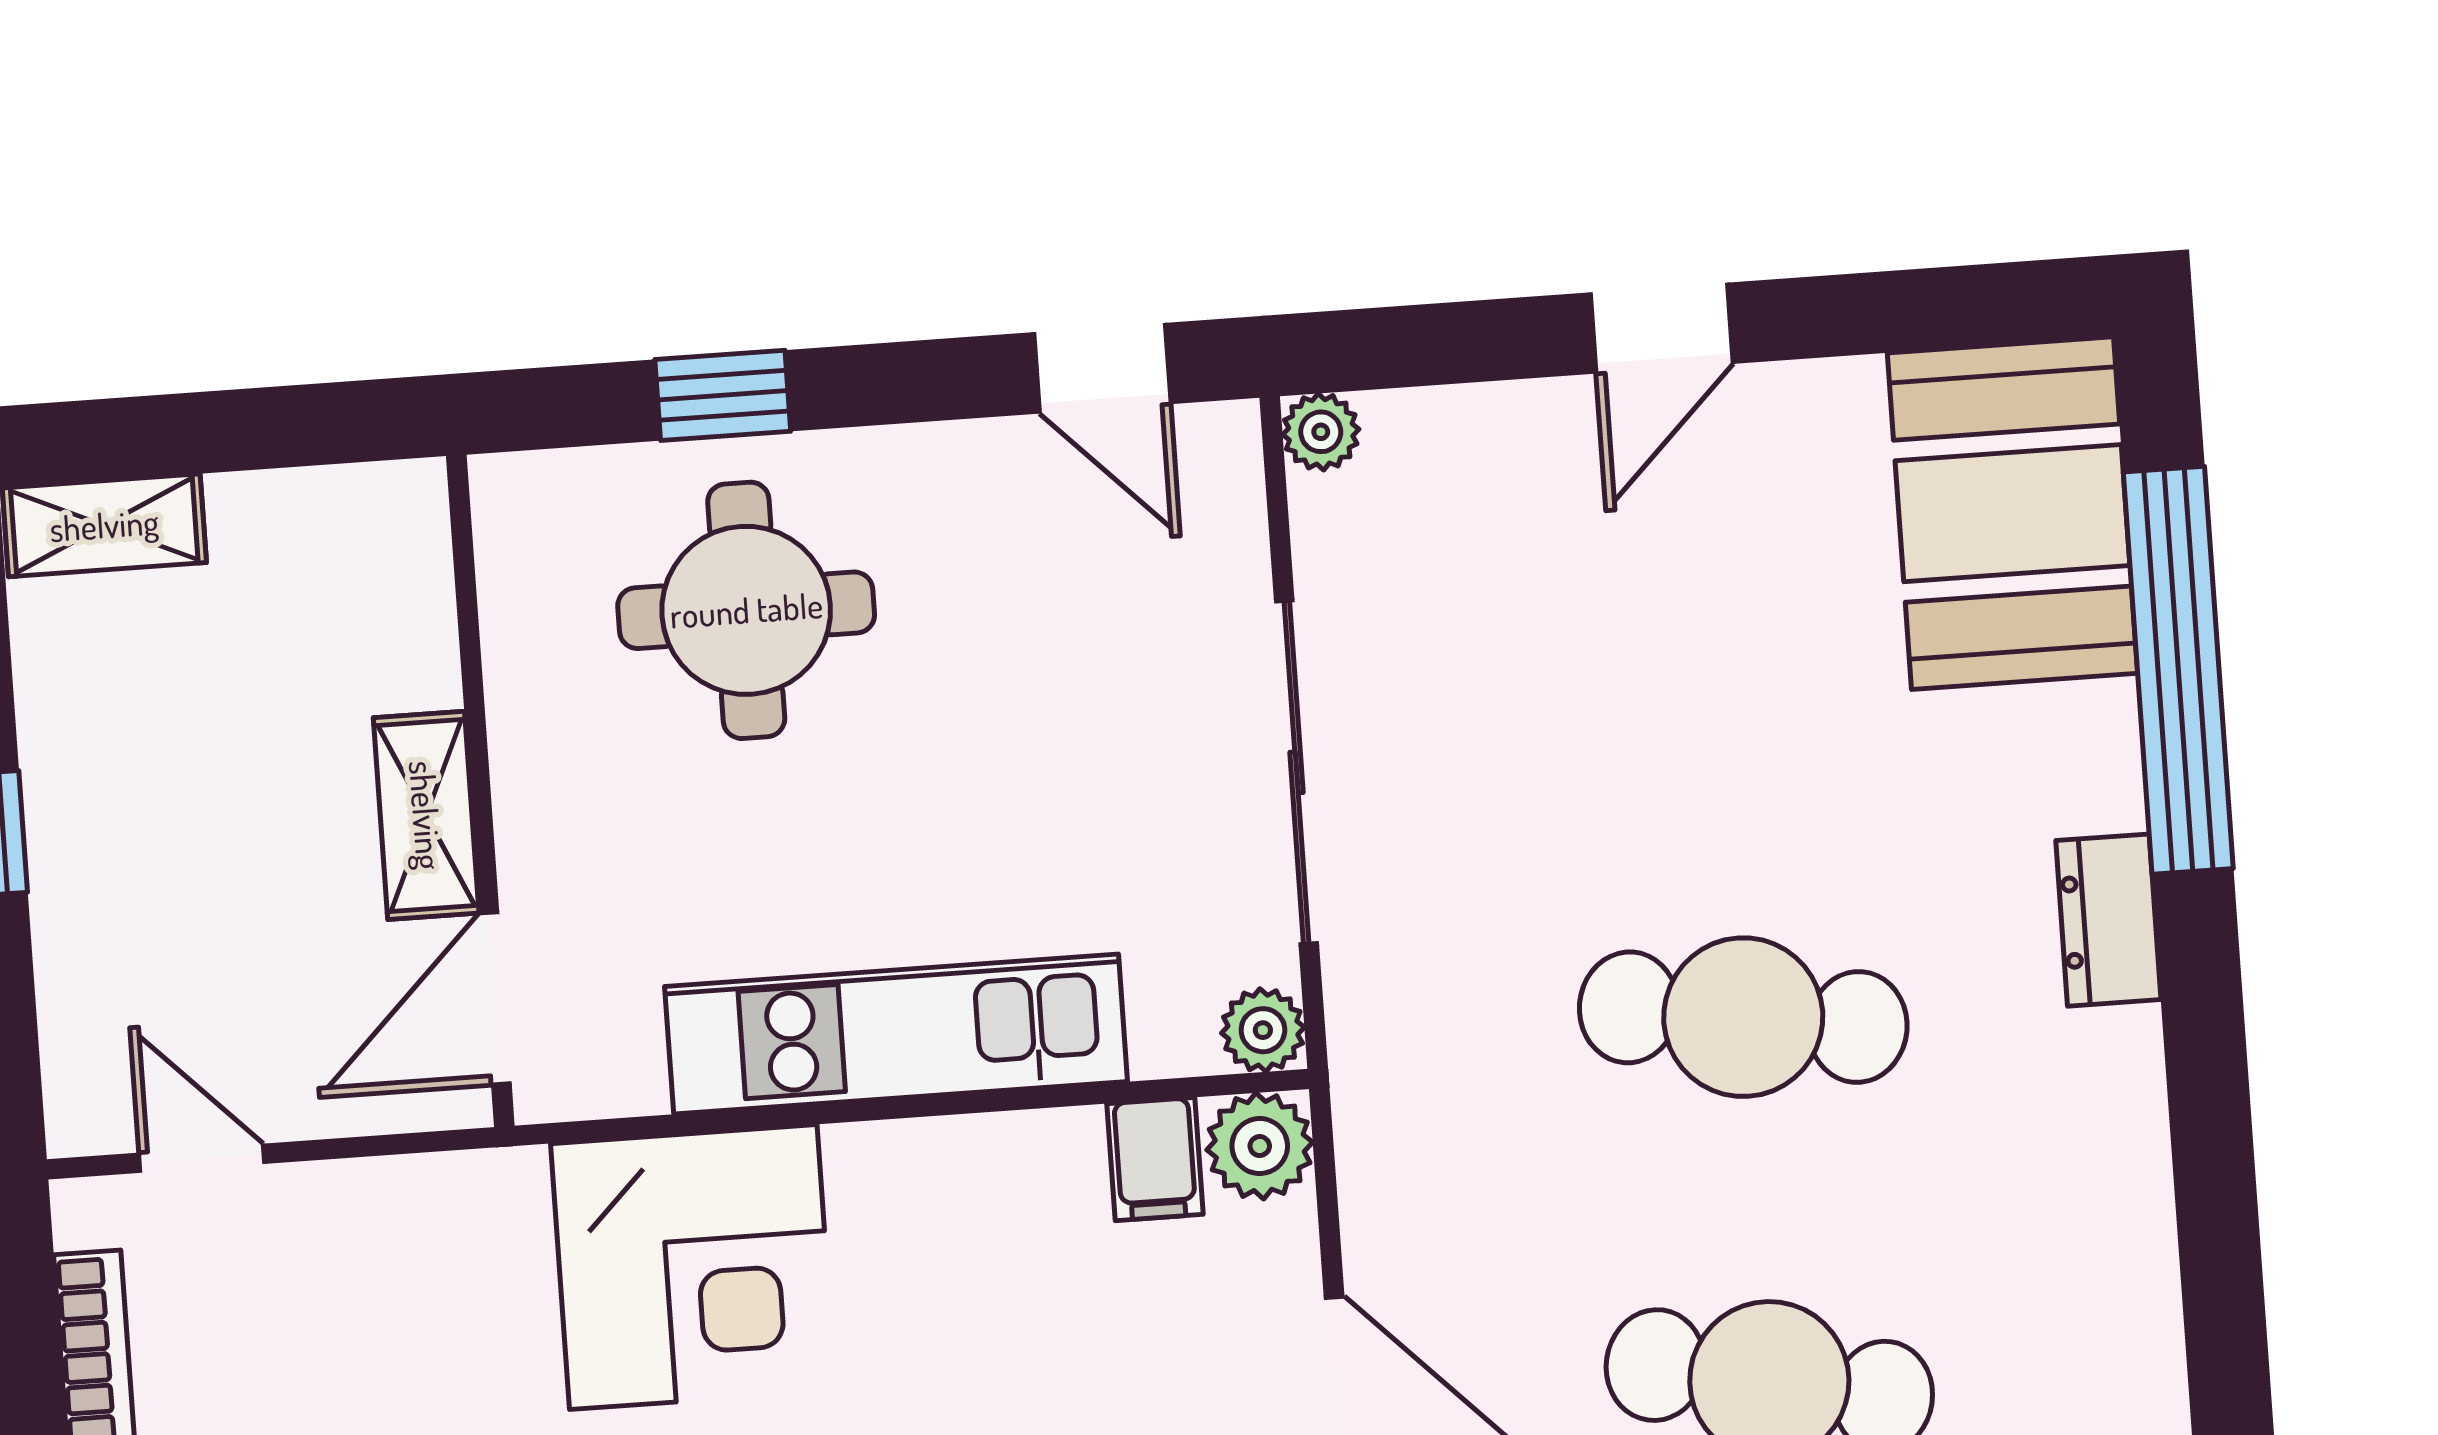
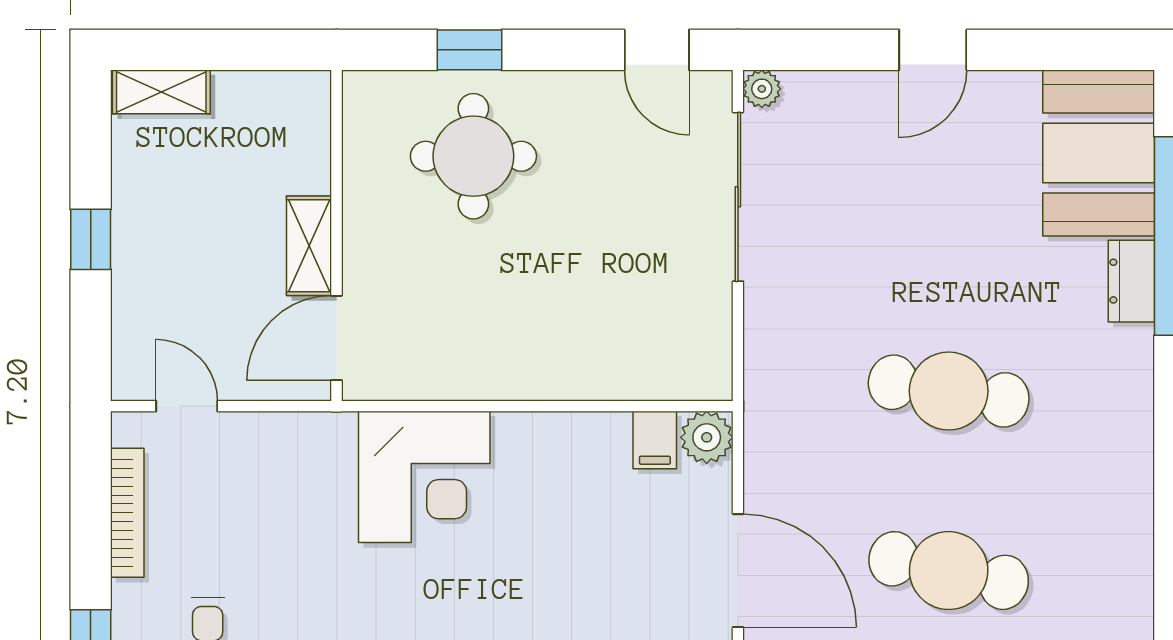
sliding door: (1297, 772) -> (738, 197), moved
dresser: (2108, 920) -> (1131, 281), moved
plant: (1263, 1030) -> (712, 381), removed
kitchen unit: (896, 1034) -> (532, 370), removed

